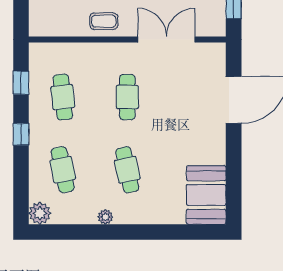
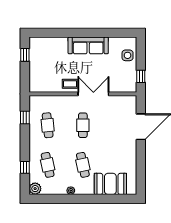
double door: (166, 40) -> (93, 94), moved
window: (21, 134) -> (25, 167), moved
booth: (206, 195) -> (110, 184), moved, turned 90

